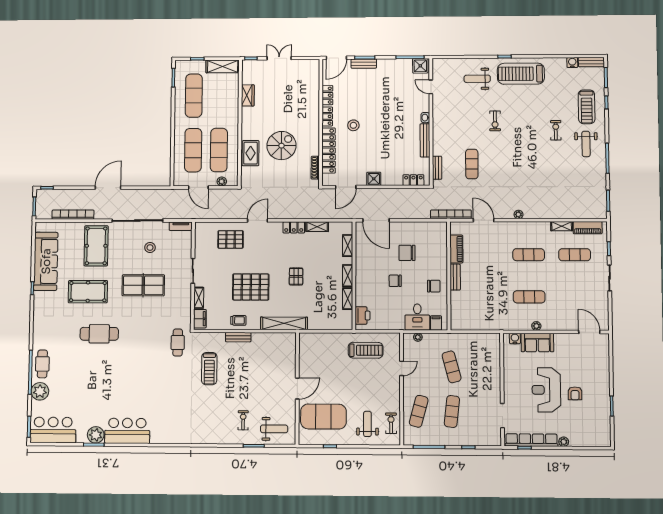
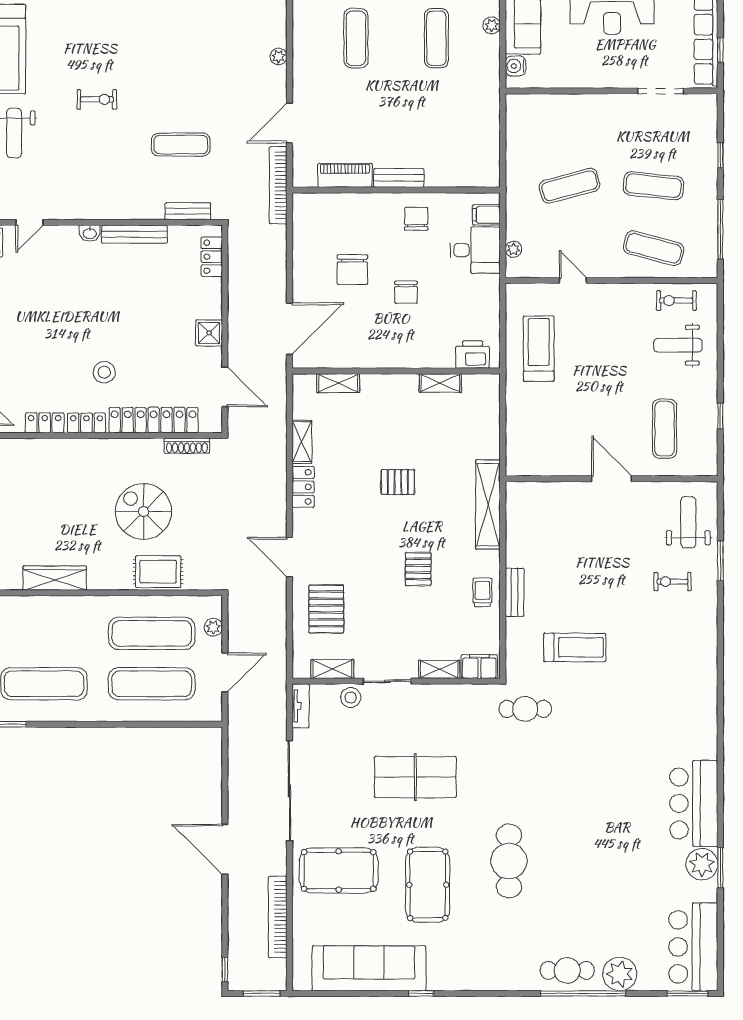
wardrobe: (248, 95) -> (55, 578), width x1.50
stool: (150, 248) -> (351, 698), moved
shelving: (348, 276) -> (332, 669), moved
table tennis table: (143, 285) -> (415, 777), turned 90
pallet: (251, 287) -> (418, 569), width x0.49, depth x0.50
exercise mat: (323, 417) -> (665, 429), width x0.50, depth x0.69

